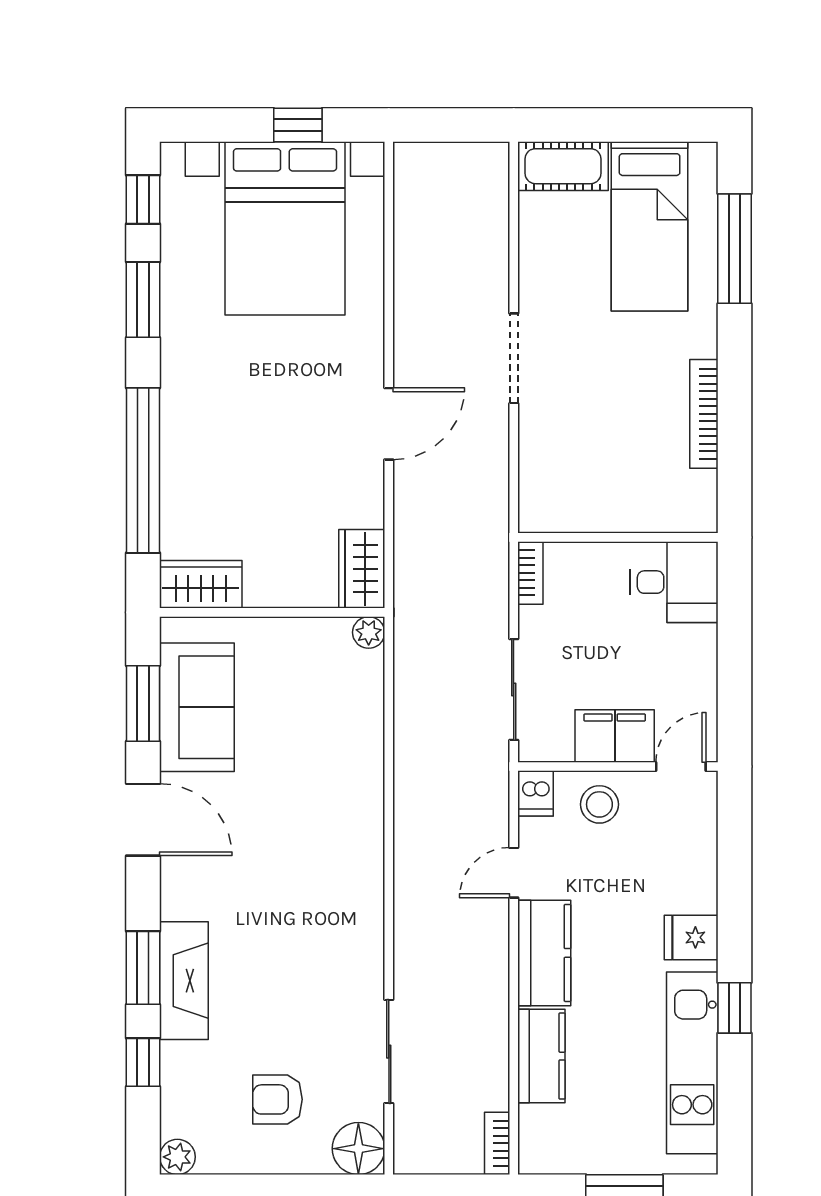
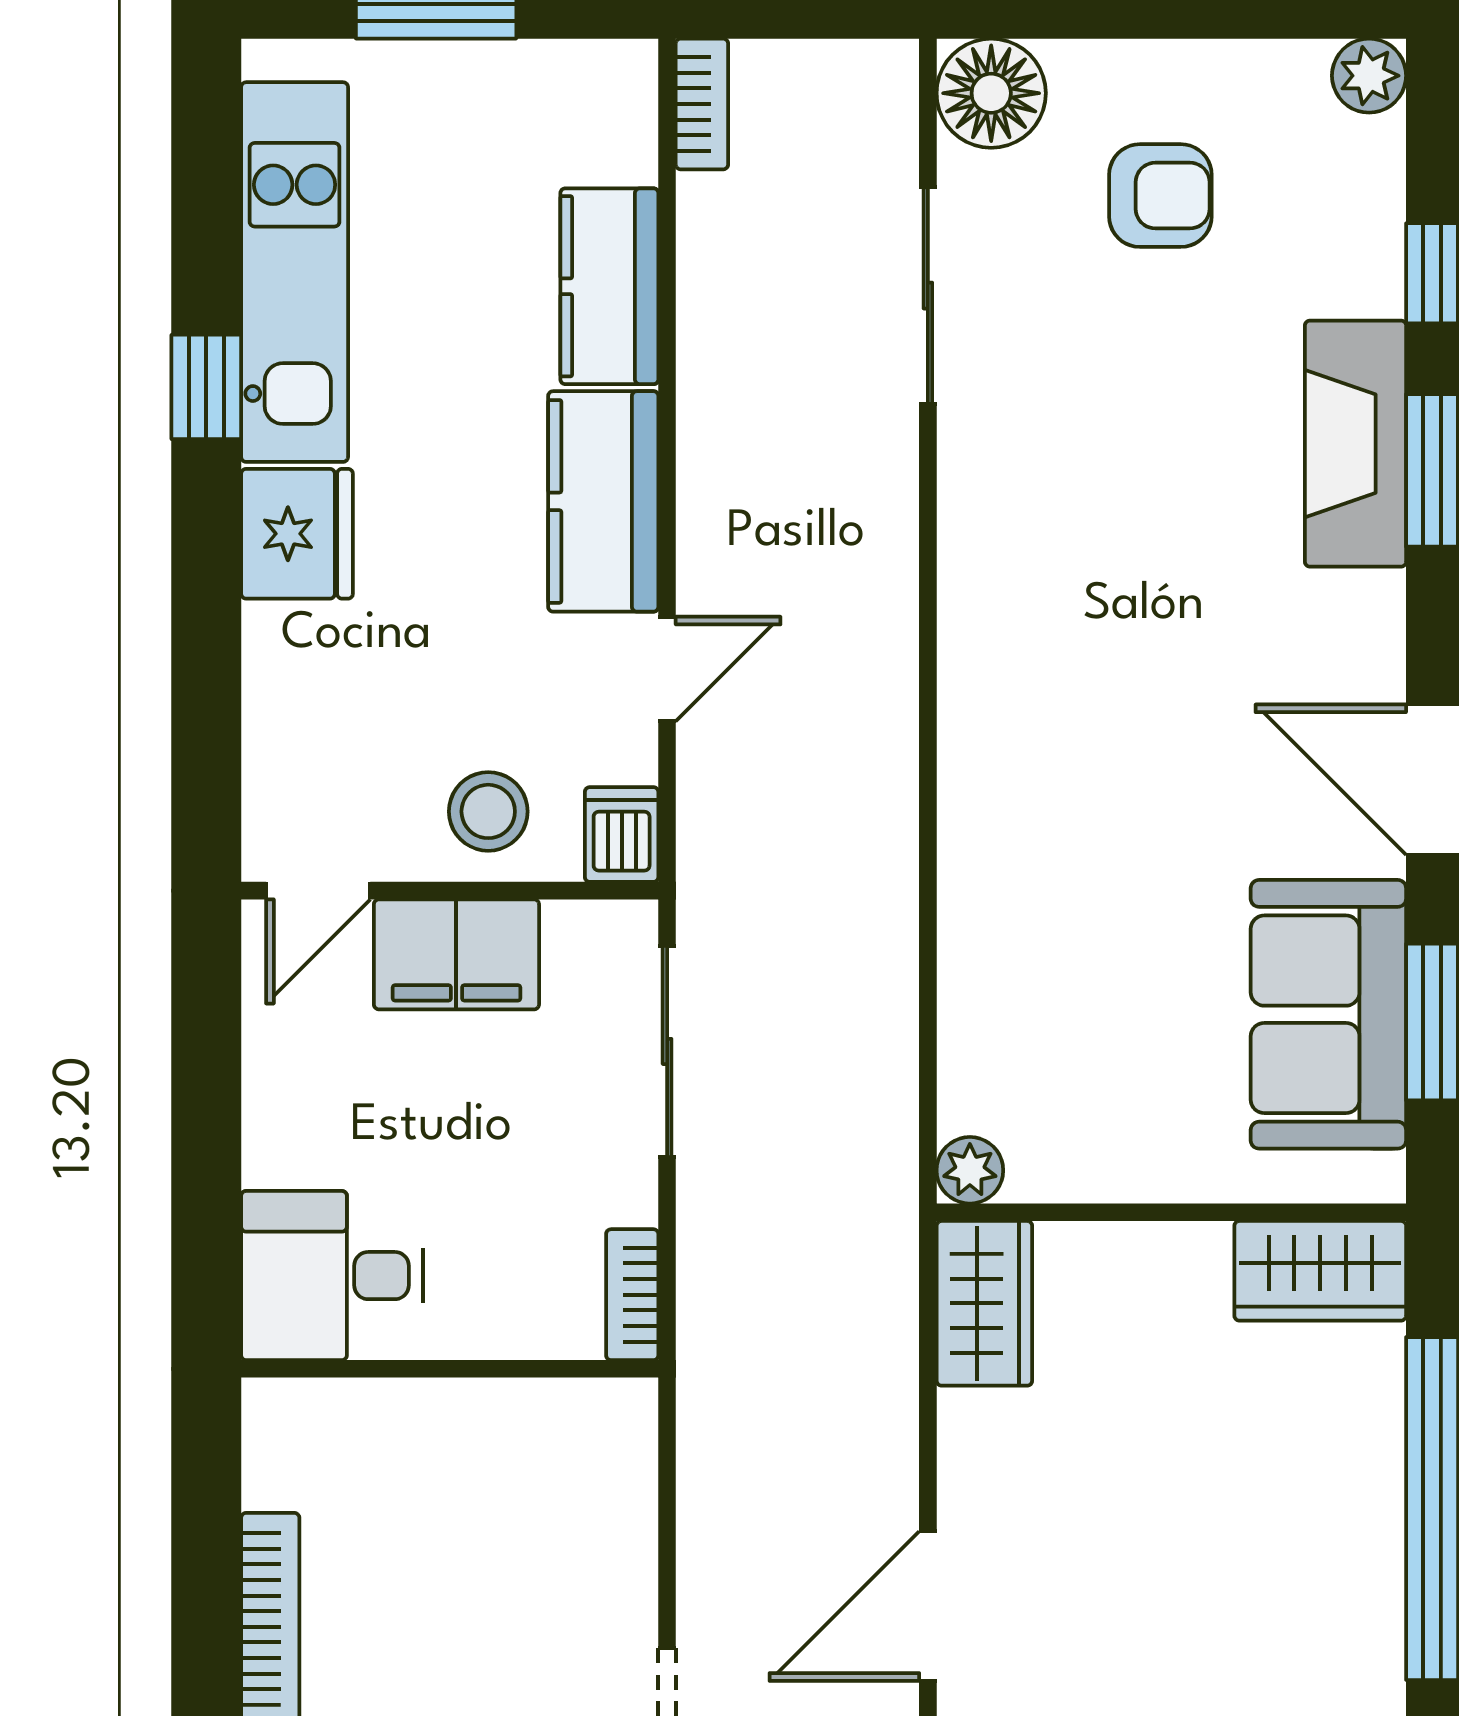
fridge: (691, 937) -> (297, 534), width x1.38

